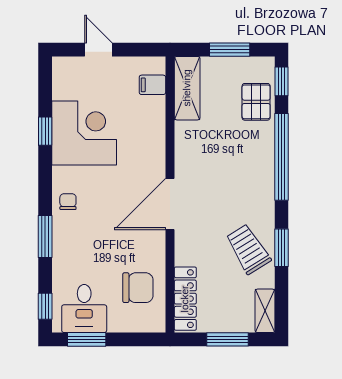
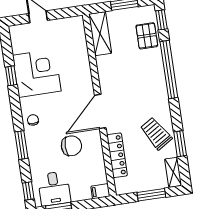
filing cabinet: (152, 85) -> (100, 191), moved
window: (281, 248) -> (180, 144), moved
chair: (138, 288) -> (71, 146), moved
locker: (185, 299) -> (117, 155), moved

